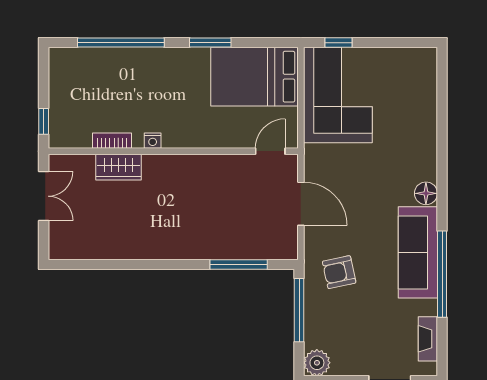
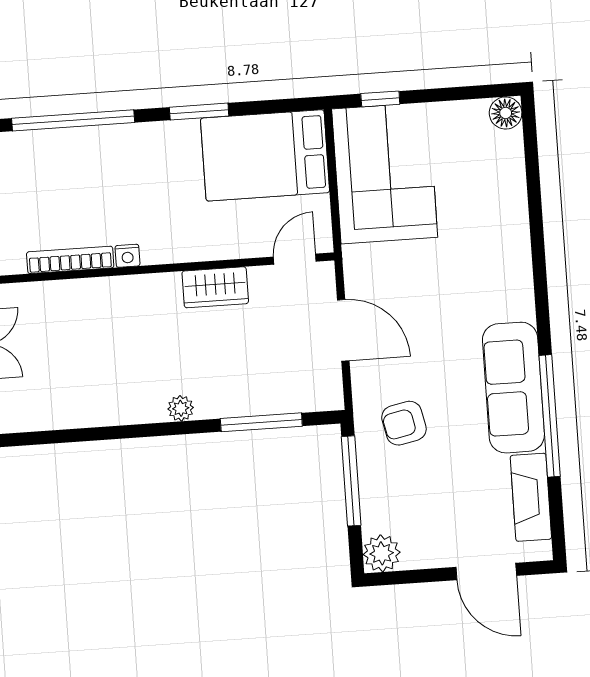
bookcase: (112, 141) -> (70, 260), width x1.56
wardrobe: (118, 167) -> (215, 287), moved
floor lamp: (426, 193) -> (506, 113), moved
plant: (183, 251) -> (181, 408), added
fireplace: (428, 339) -> (531, 497), width x1.37, depth x1.32

